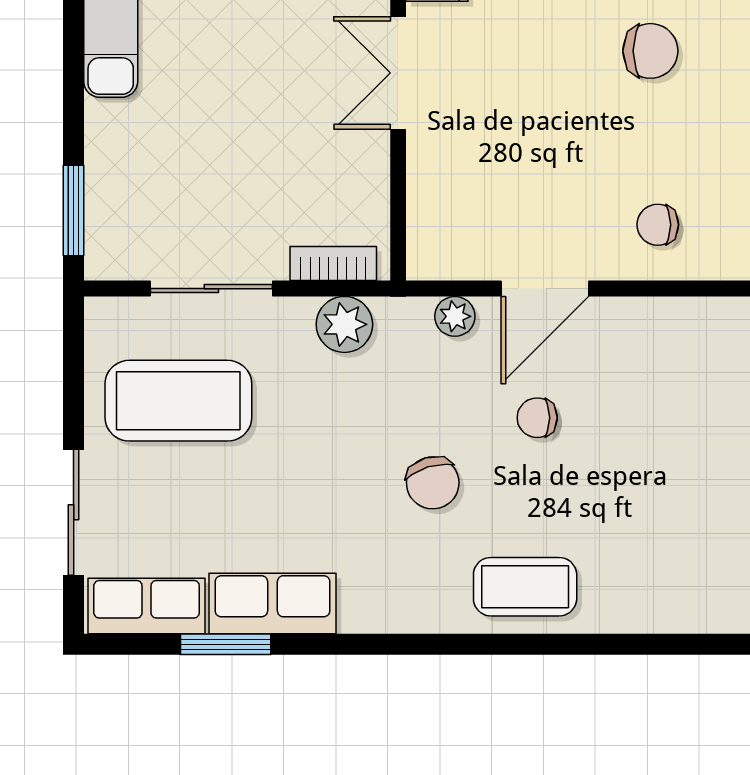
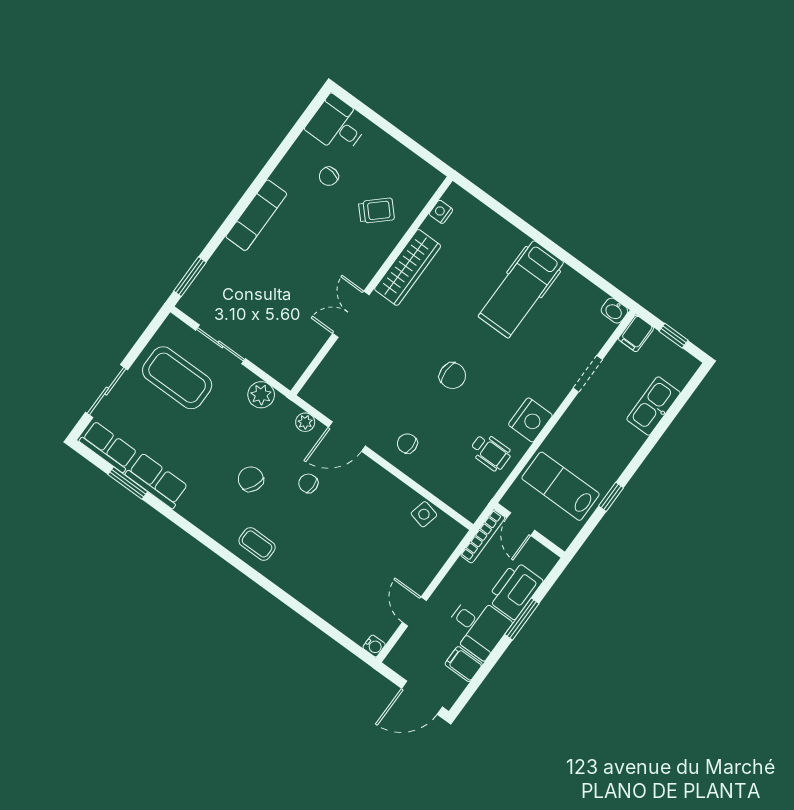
bookcase: (333, 264) -> (274, 369), removed
chair: (433, 483) -> (251, 479), turned 132
coffee table: (525, 587) -> (257, 544), width x0.73, depth x0.77

